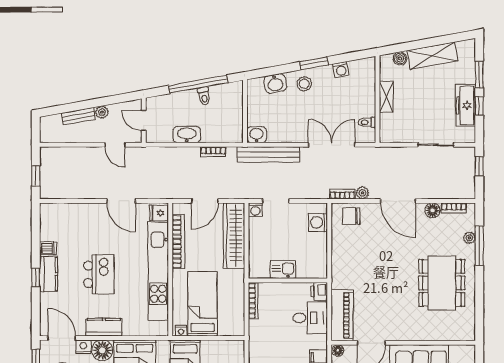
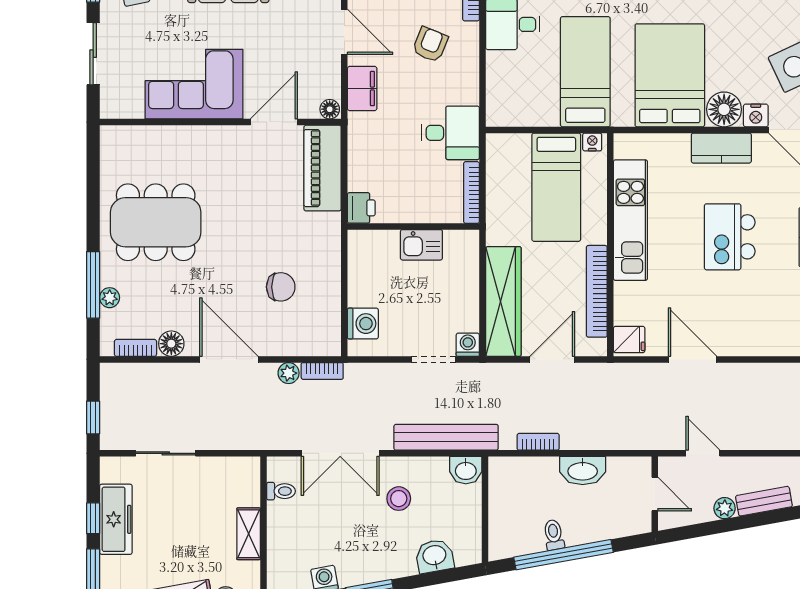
stool: (304, 84) -> (399, 499), moved
chair: (351, 216) -> (281, 287), moved
kitchen unit: (158, 271) -> (630, 220), width x0.73
dining table: (442, 283) -> (156, 222), turned 90
desk: (310, 318) -> (450, 133), moved, turned 180

